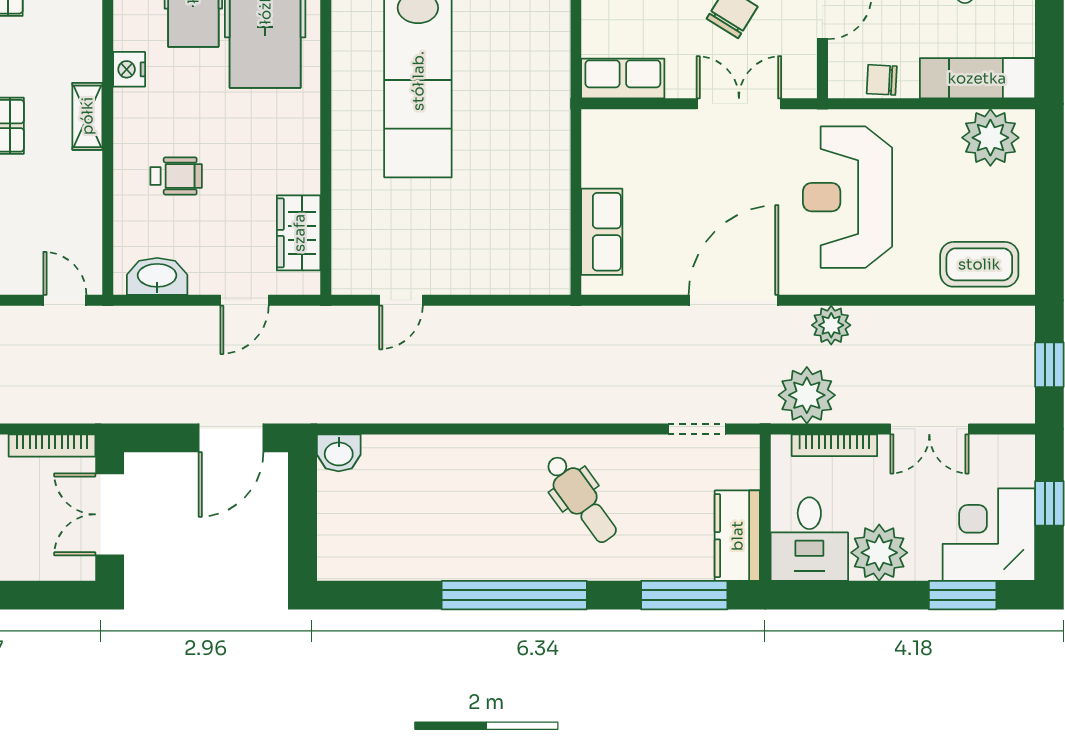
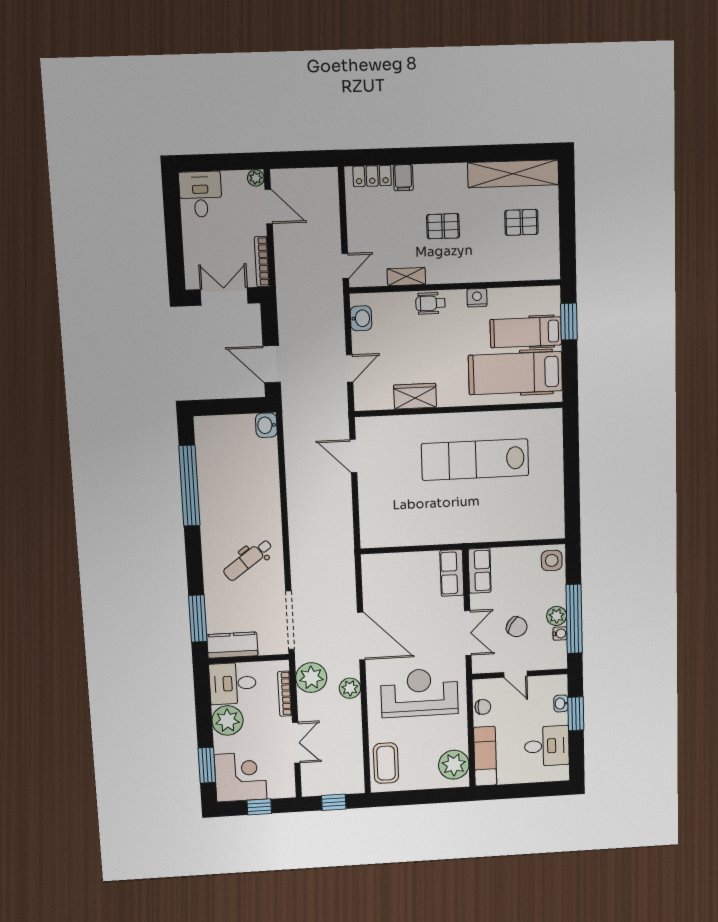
chair: (882, 80) -> (483, 707), turned 87
shelving: (87, 116) -> (406, 277), moved
wheelchair: (176, 176) -> (431, 303), moved, turned 90
row of seats: (602, 232) -> (452, 573), moved, turned 90
wardrobe: (299, 233) -> (415, 396), moved
washbasin: (157, 276) -> (361, 318), width x0.72
door: (244, 300) -> (350, 368), swing flipped
door: (401, 300) -> (353, 456), width x1.37
doorway: (697, 429) -> (290, 620), width x1.87
double door: (929, 429) -> (296, 743), swing flipped
window: (514, 595) -> (189, 486), moved

